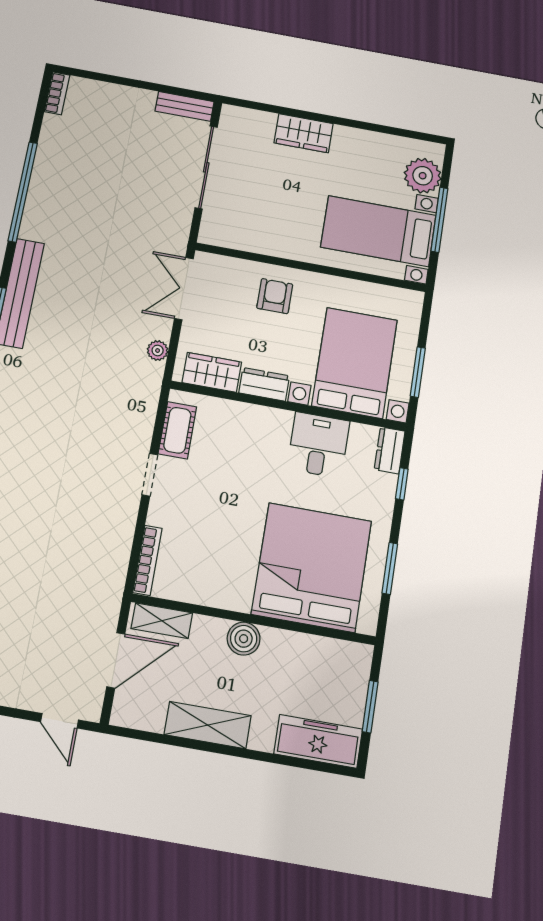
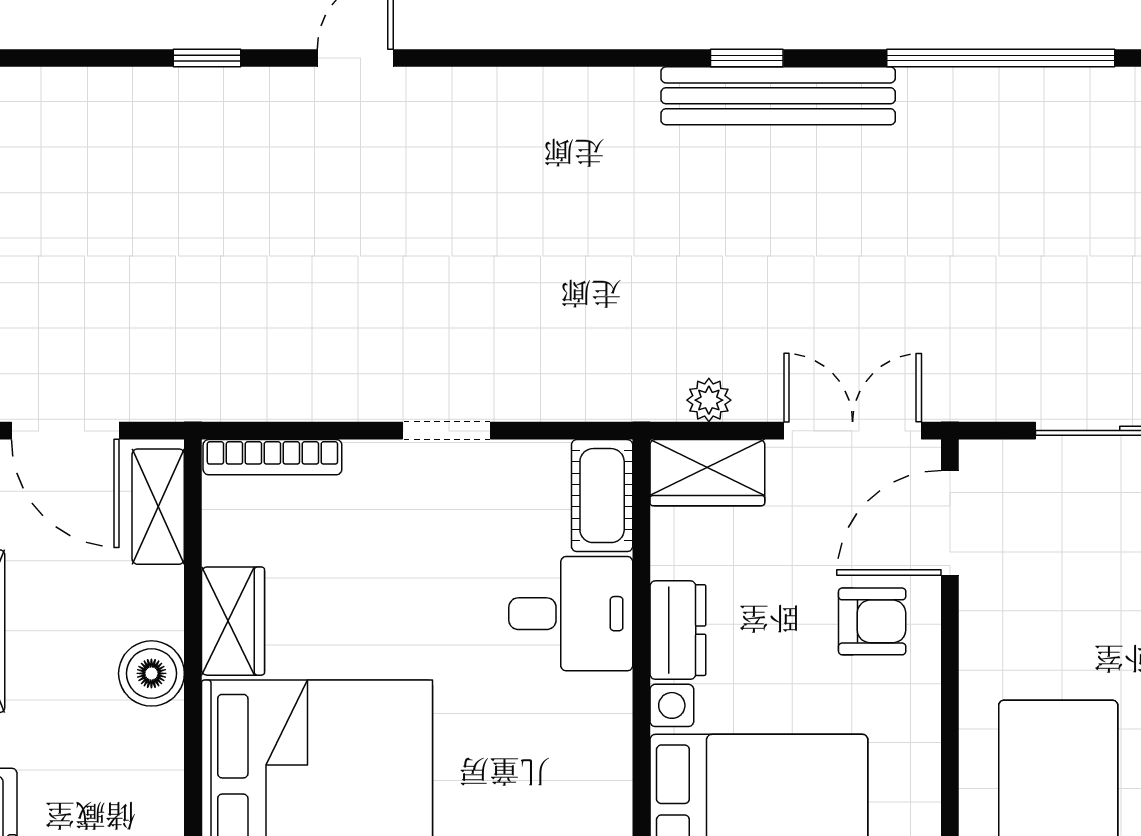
door: (235, 253) -> (950, 523), added
wardrobe: (212, 372) -> (707, 473), moved, turned 90
cot: (177, 430) -> (602, 496), moved, turned 90
desk: (318, 445) -> (571, 614), moved
wardrobe: (225, 594) -> (233, 621), added

